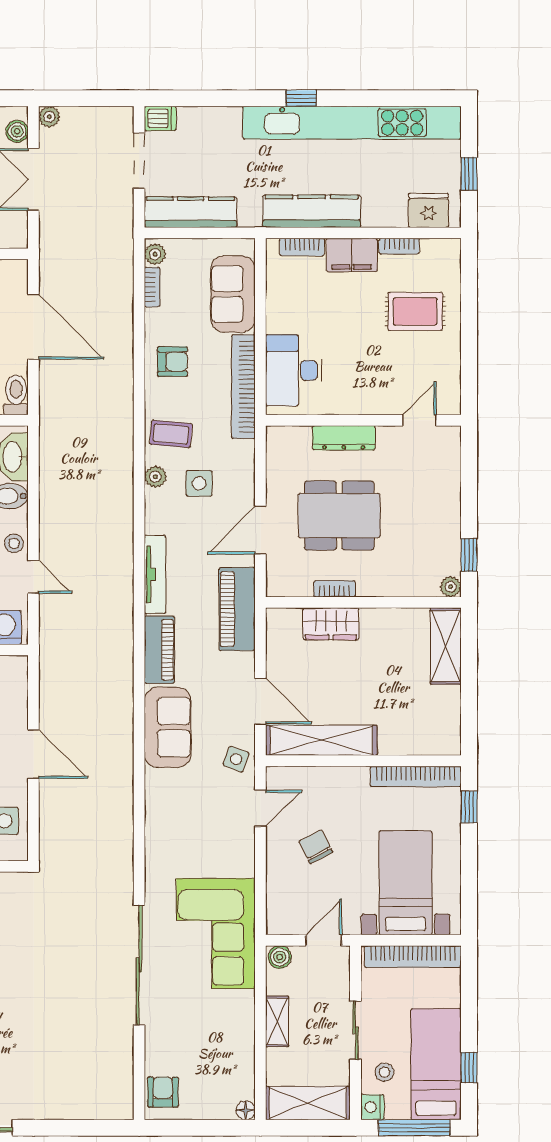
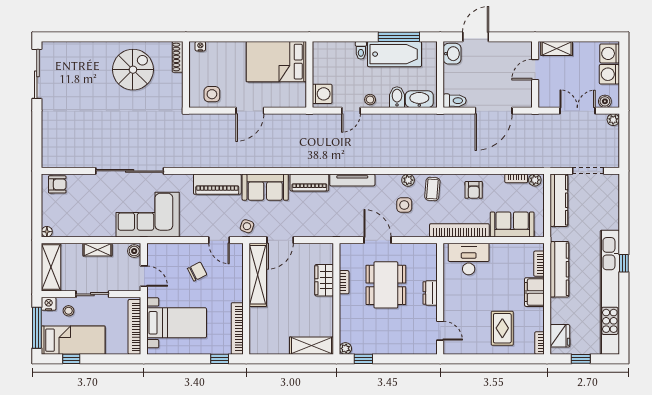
dishwasher: (160, 118) -> (612, 183), removed
bookcase: (399, 246) -> (539, 343), moved
dresser: (344, 438) -> (430, 293), width x0.70
piano: (237, 609) -> (217, 184), moved, turned 180

